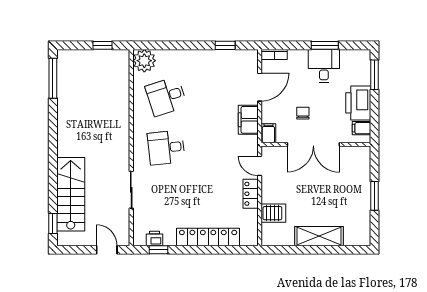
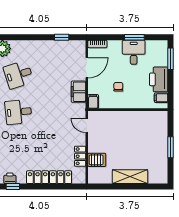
double door: (313, 144) -> (126, 110), removed
locker: (251, 194) -> (80, 156), moved

